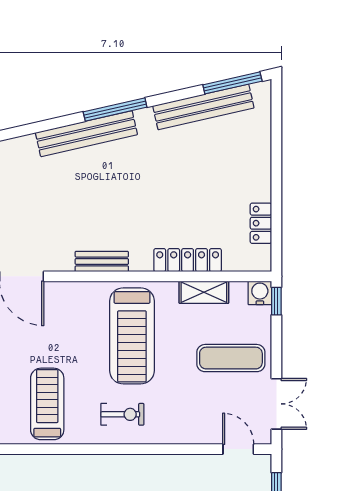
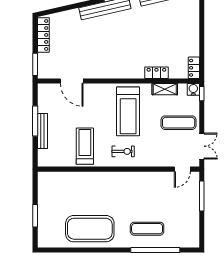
locker: (261, 223) -> (194, 68), moved
locker: (188, 260) -> (156, 73), width x0.66
bench: (102, 261) -> (113, 73), removed
door: (238, 449) -> (182, 169), swing flipped

